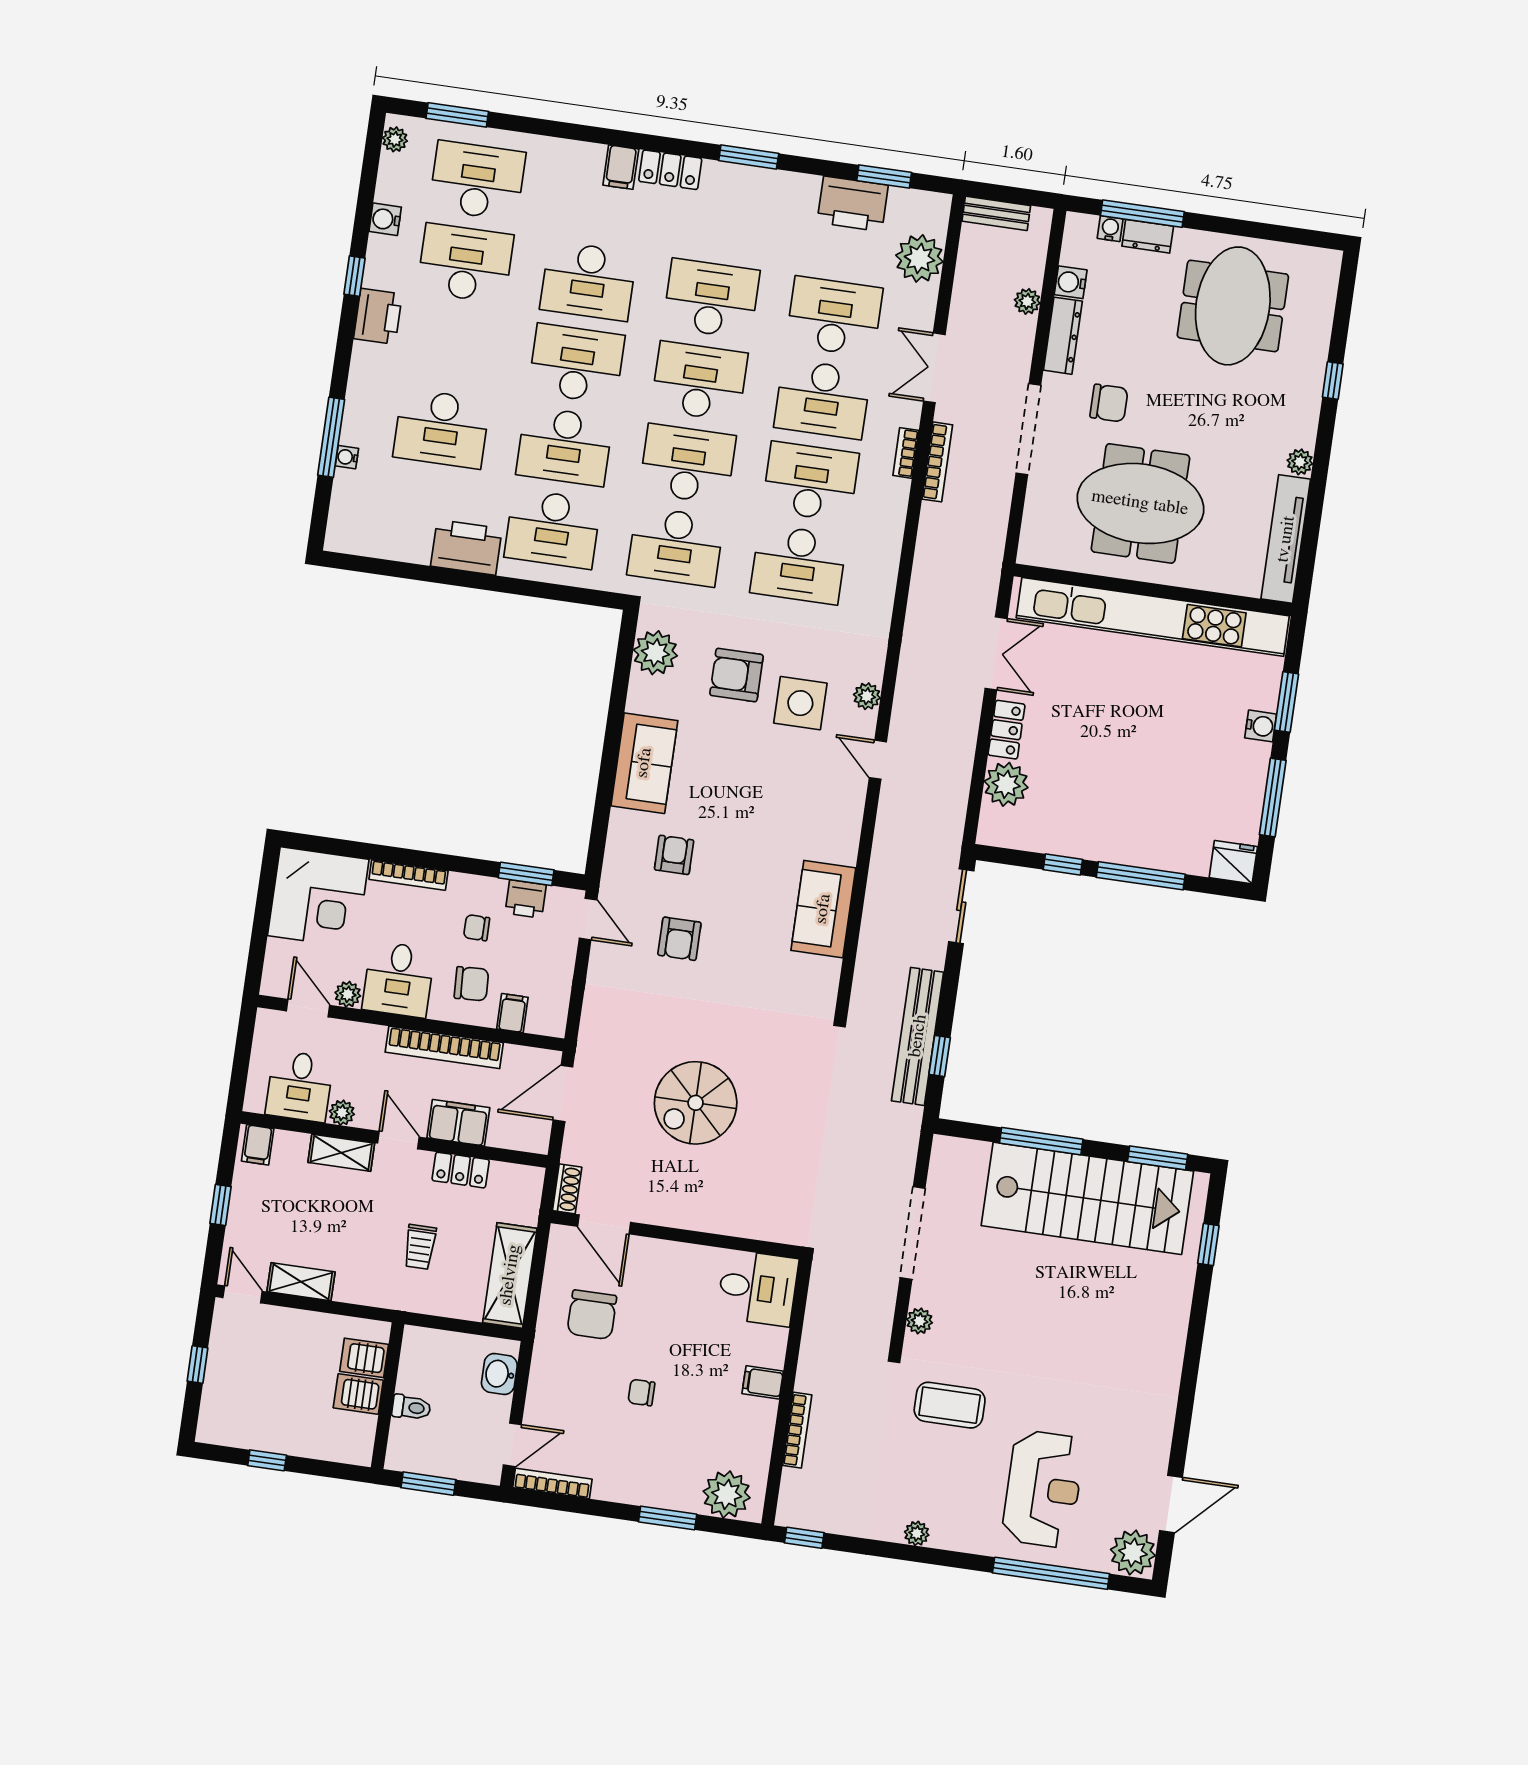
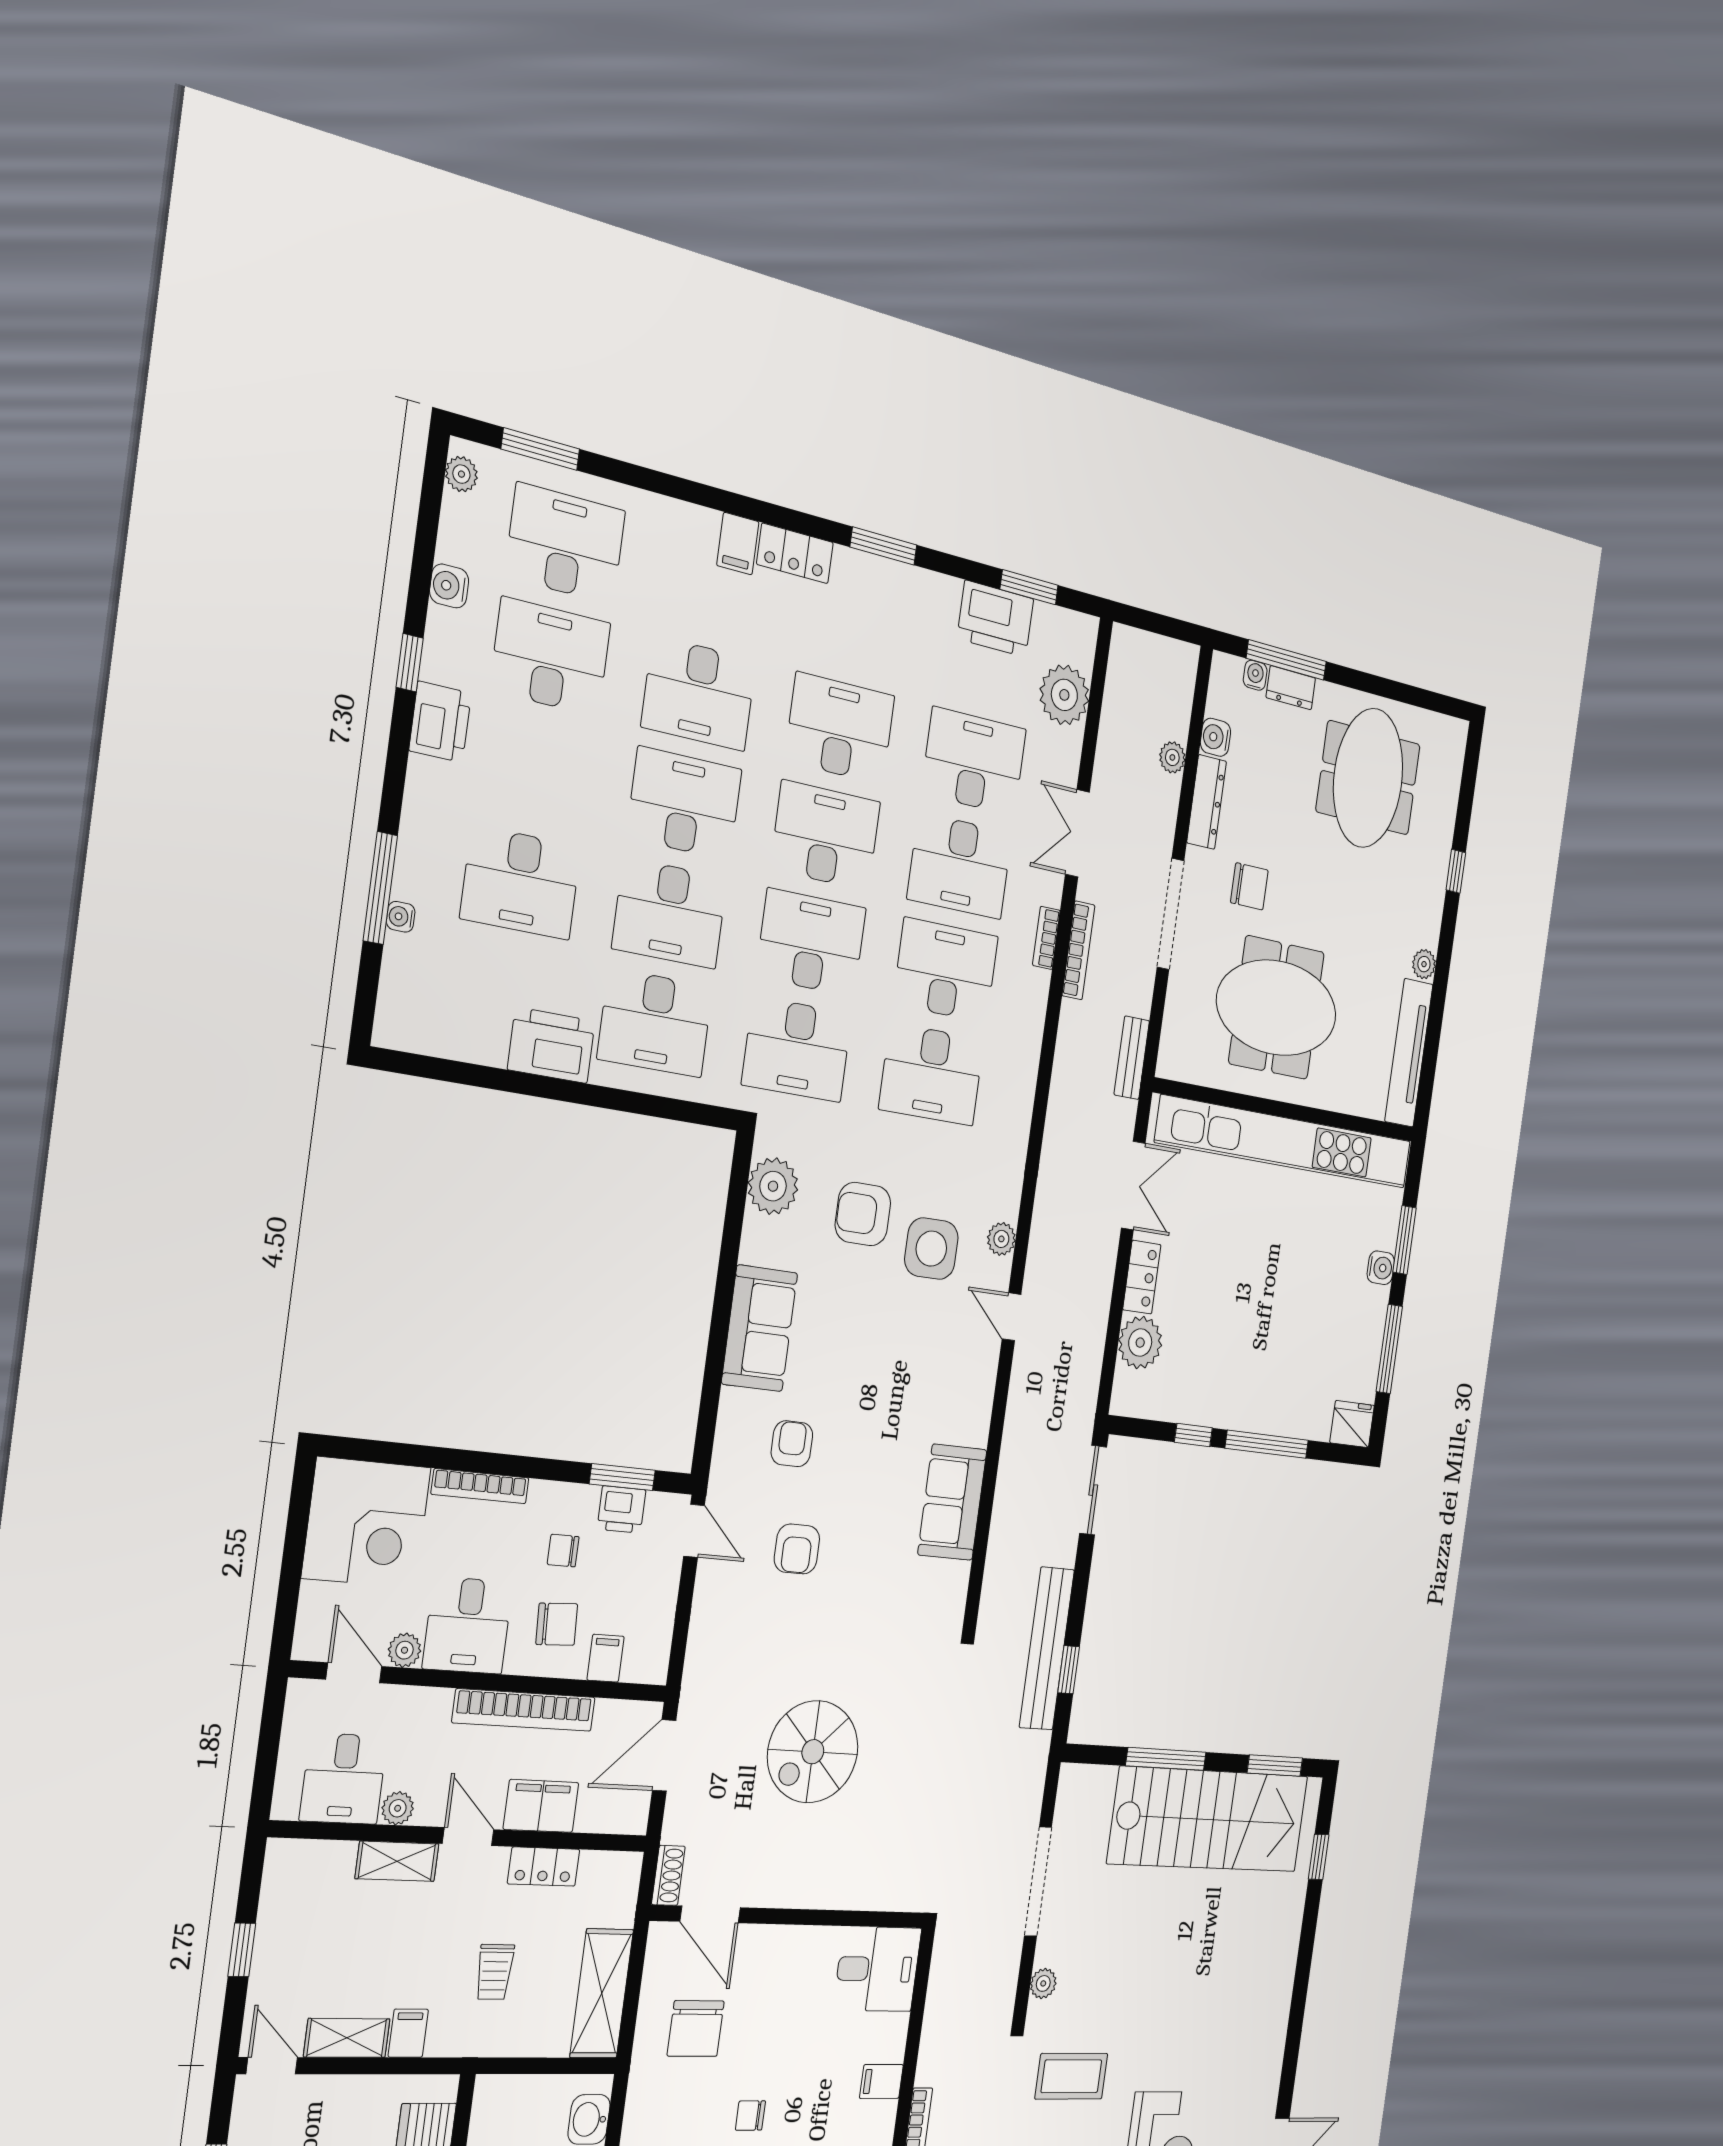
bench: (996, 213) -> (1132, 1058), moved, turned 90
filing cabinet: (258, 1145) -> (408, 2033), moved, turned 180

